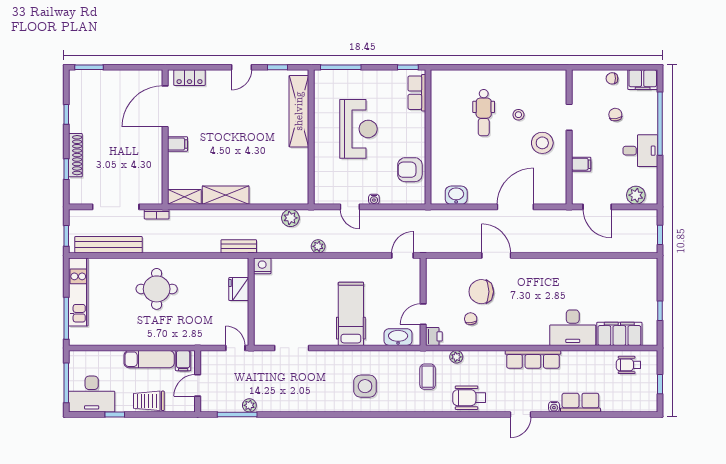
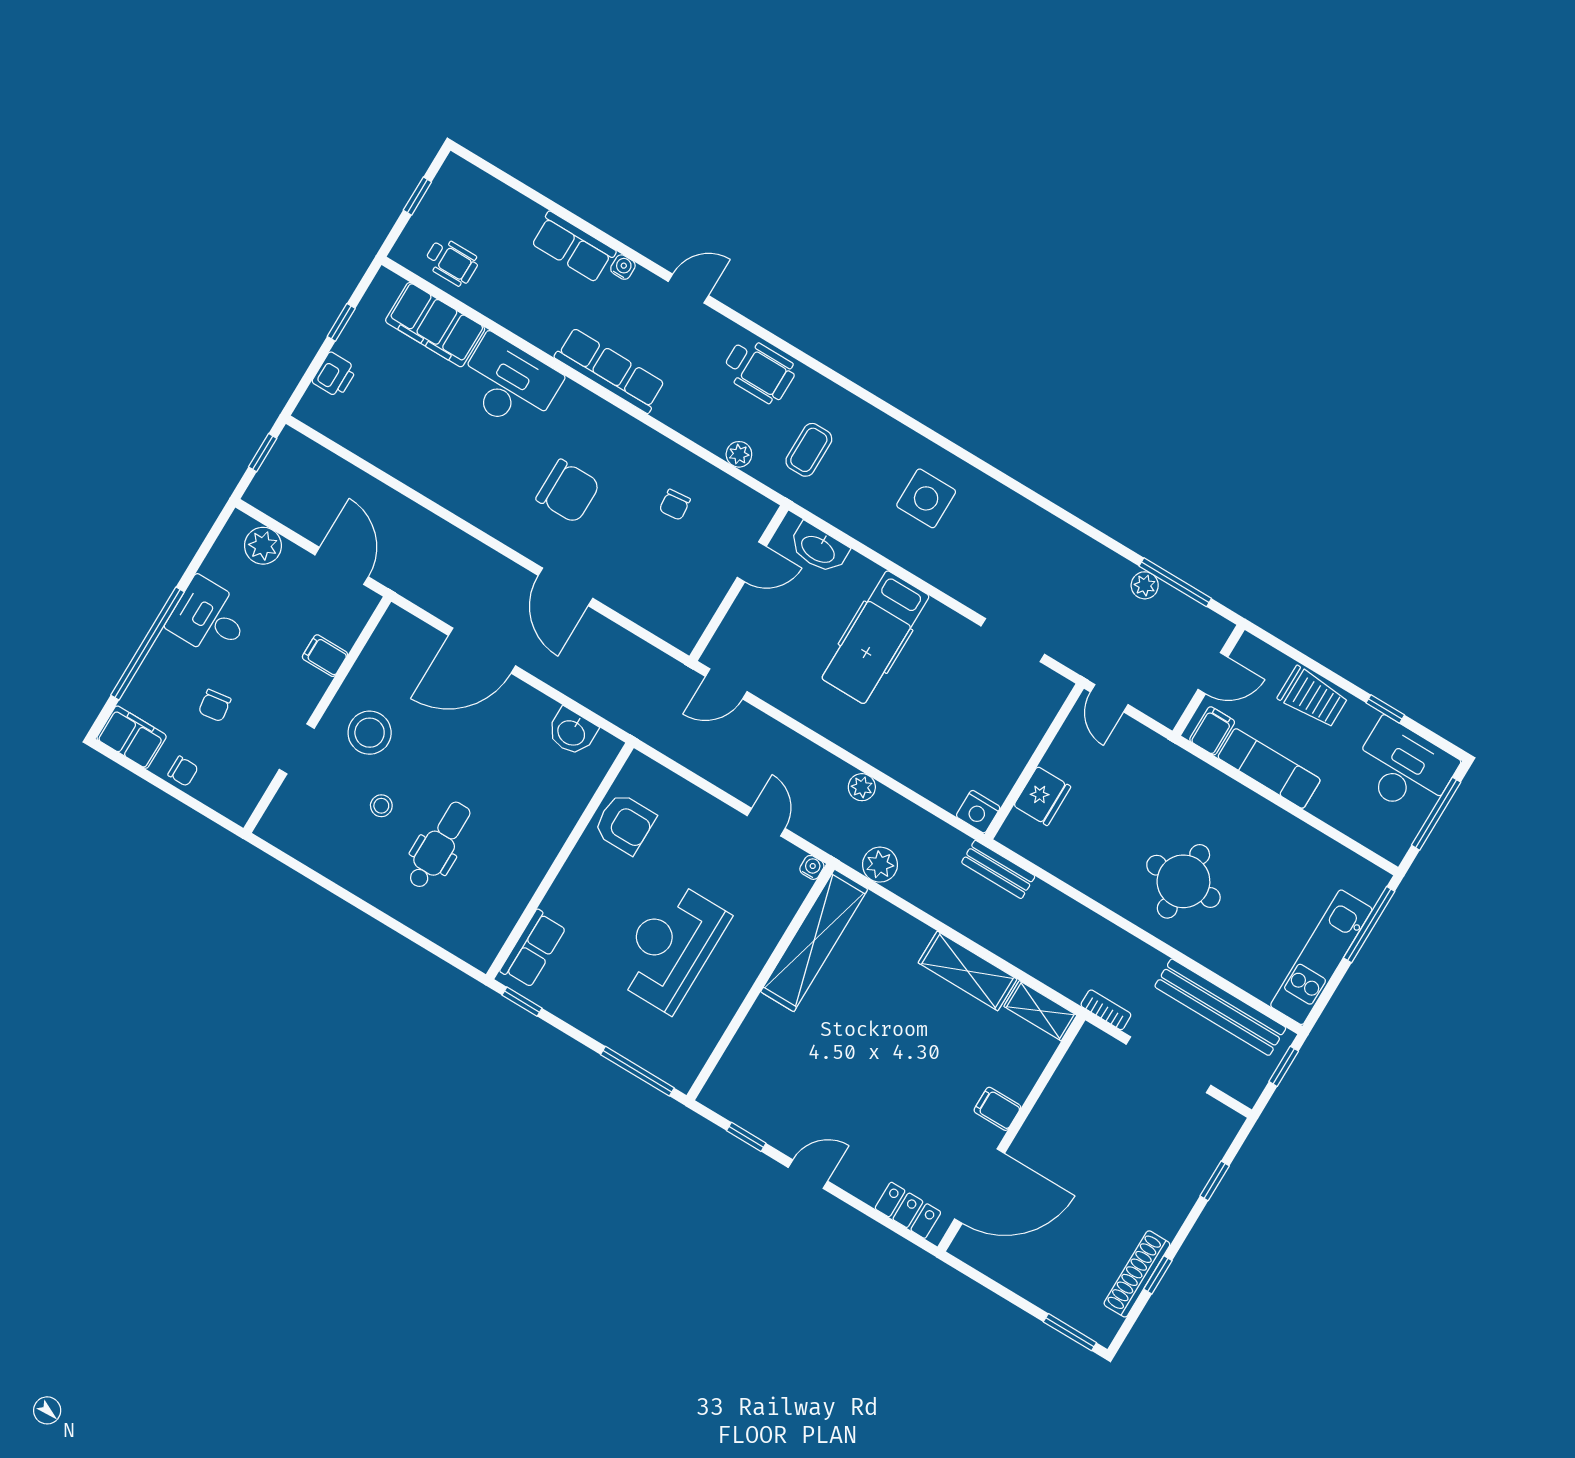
shelving: (299, 111) -> (814, 940), moved
shoe rack: (75, 155) -> (1137, 1274), moved
water cooler: (374, 199) -> (812, 867), moved
chair: (481, 292) -> (568, 491), moved
printer: (434, 336) -> (335, 375), moved, turned 180

